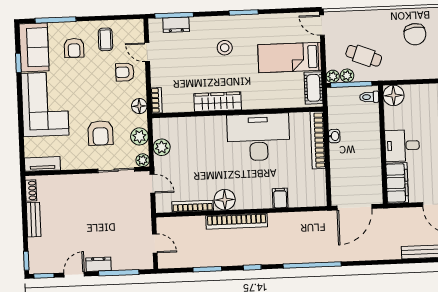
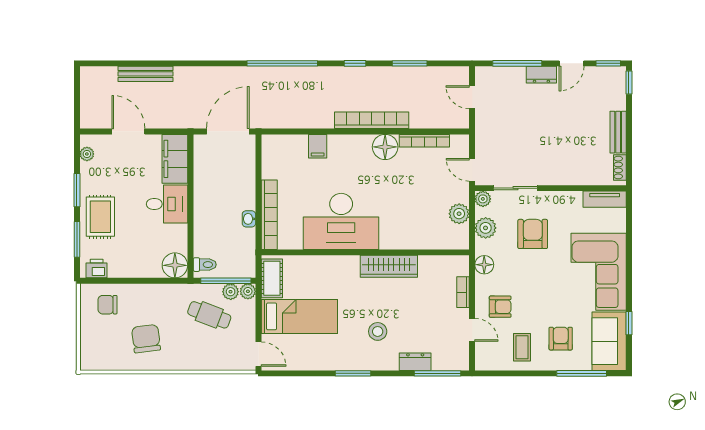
dresser: (176, 25) -> (415, 362), moved
bookcase: (157, 100) -> (463, 292), moved

